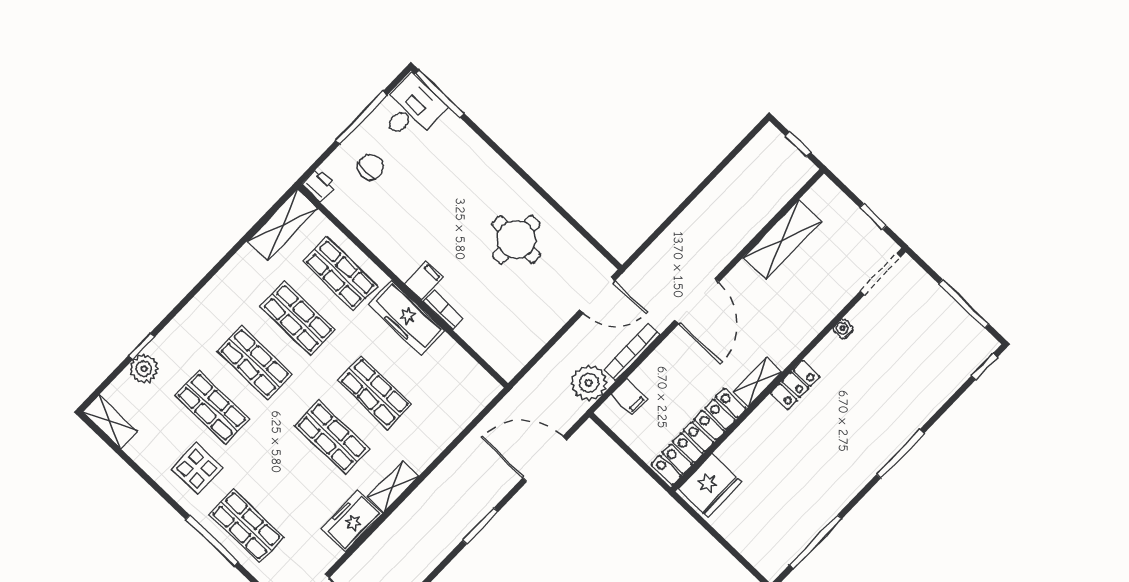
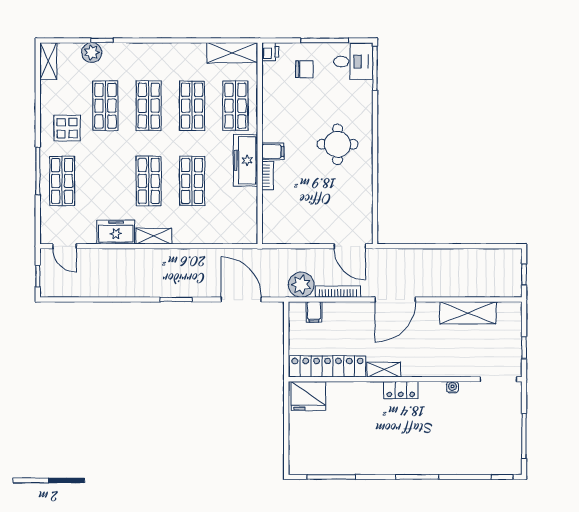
round table: (516, 240) -> (337, 144), moved

